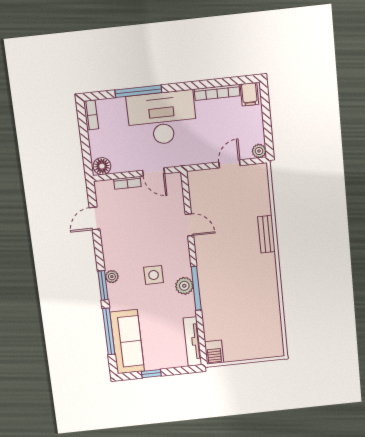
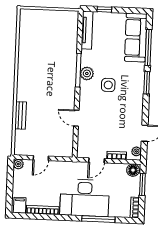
window: (86, 149) -> (142, 184), added
door: (154, 172) -> (96, 160), swing flipped
bench: (266, 234) -> (20, 115), moved
plant: (112, 277) -> (136, 151), moved
barbecue: (214, 352) -> (72, 20), removed
window: (151, 374) -> (104, 9), moved

